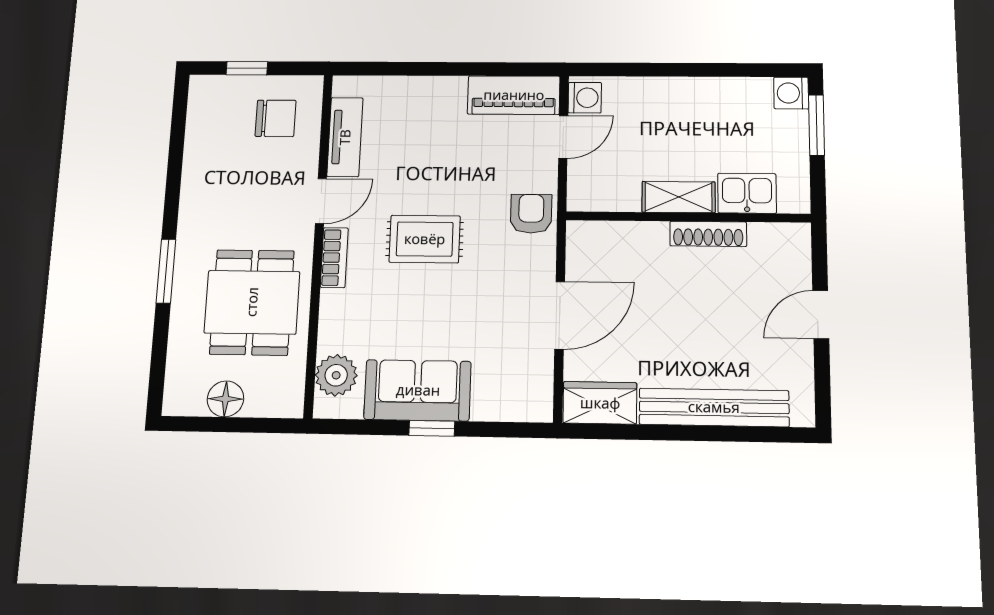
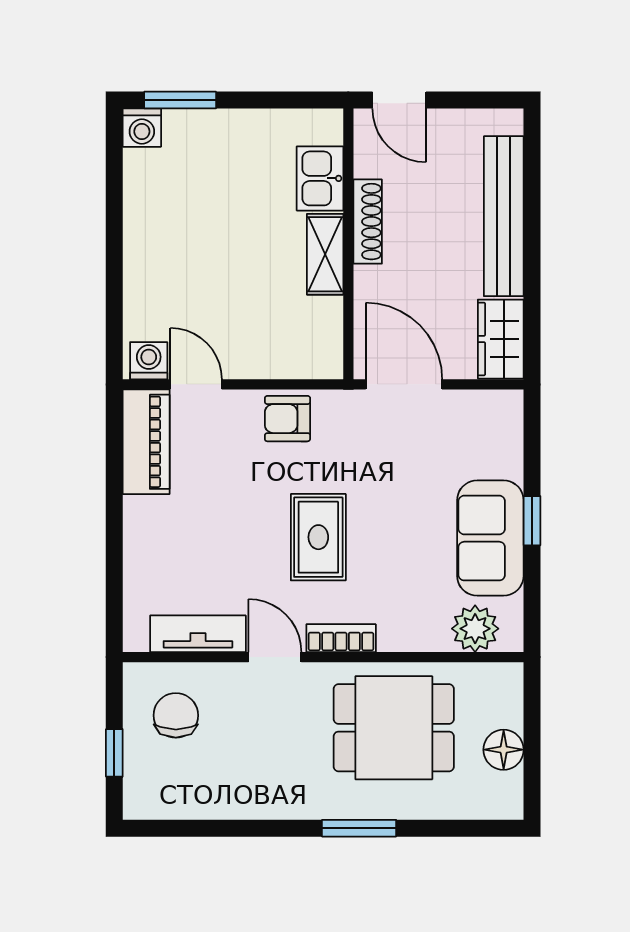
kitchen sink: (747, 193) -> (320, 178), moved
shelving: (679, 197) -> (325, 254), moved
wall: (688, 217) -> (348, 244), moved
shoe rack: (708, 234) -> (368, 222), moved

